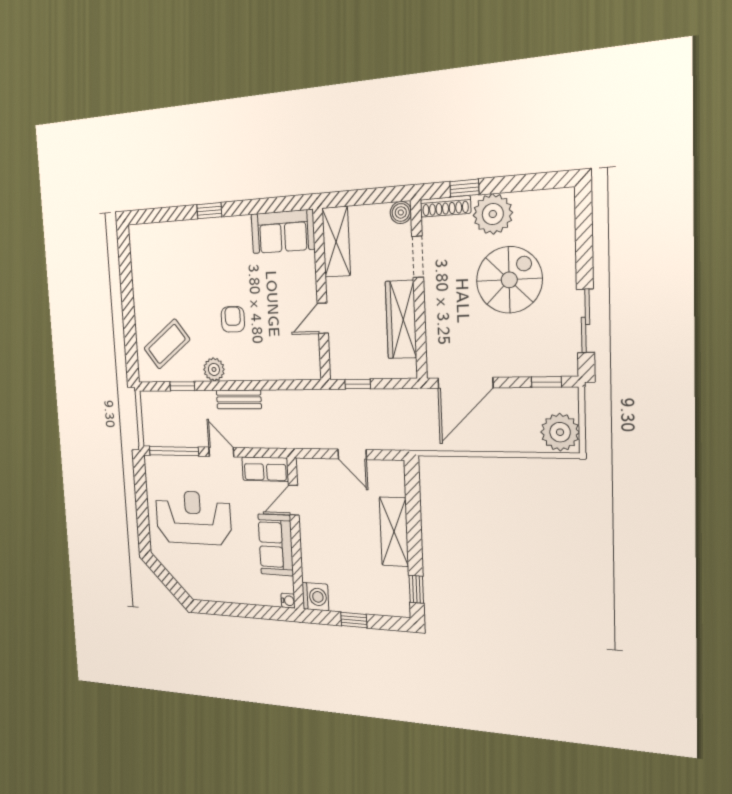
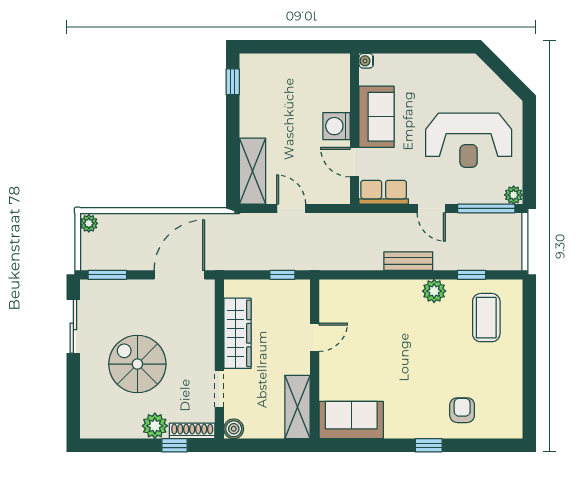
plant: (493, 214) -> (155, 426), width x0.73, depth x0.73
spiral stairs: (509, 280) -> (137, 364), turned 90
armchair: (233, 319) -> (462, 410), moved, turned 180
coffee table: (167, 344) -> (486, 318), turned -53
window: (546, 382) -> (107, 275), width x1.50
plant: (560, 432) -> (89, 223), width x0.53, depth x0.53
plant: (152, 464) -> (514, 195), added
door: (294, 500) -> (354, 162), swing flipped
shelving: (394, 532) -> (252, 171), moved
washing machine: (315, 597) -> (336, 126), moved
window: (354, 620) -> (297, 47), removed

